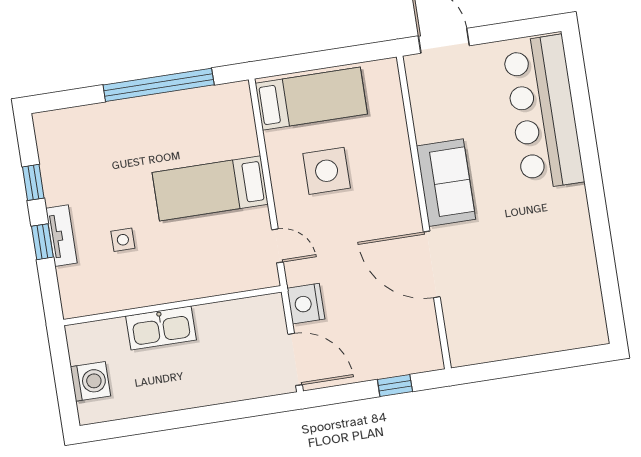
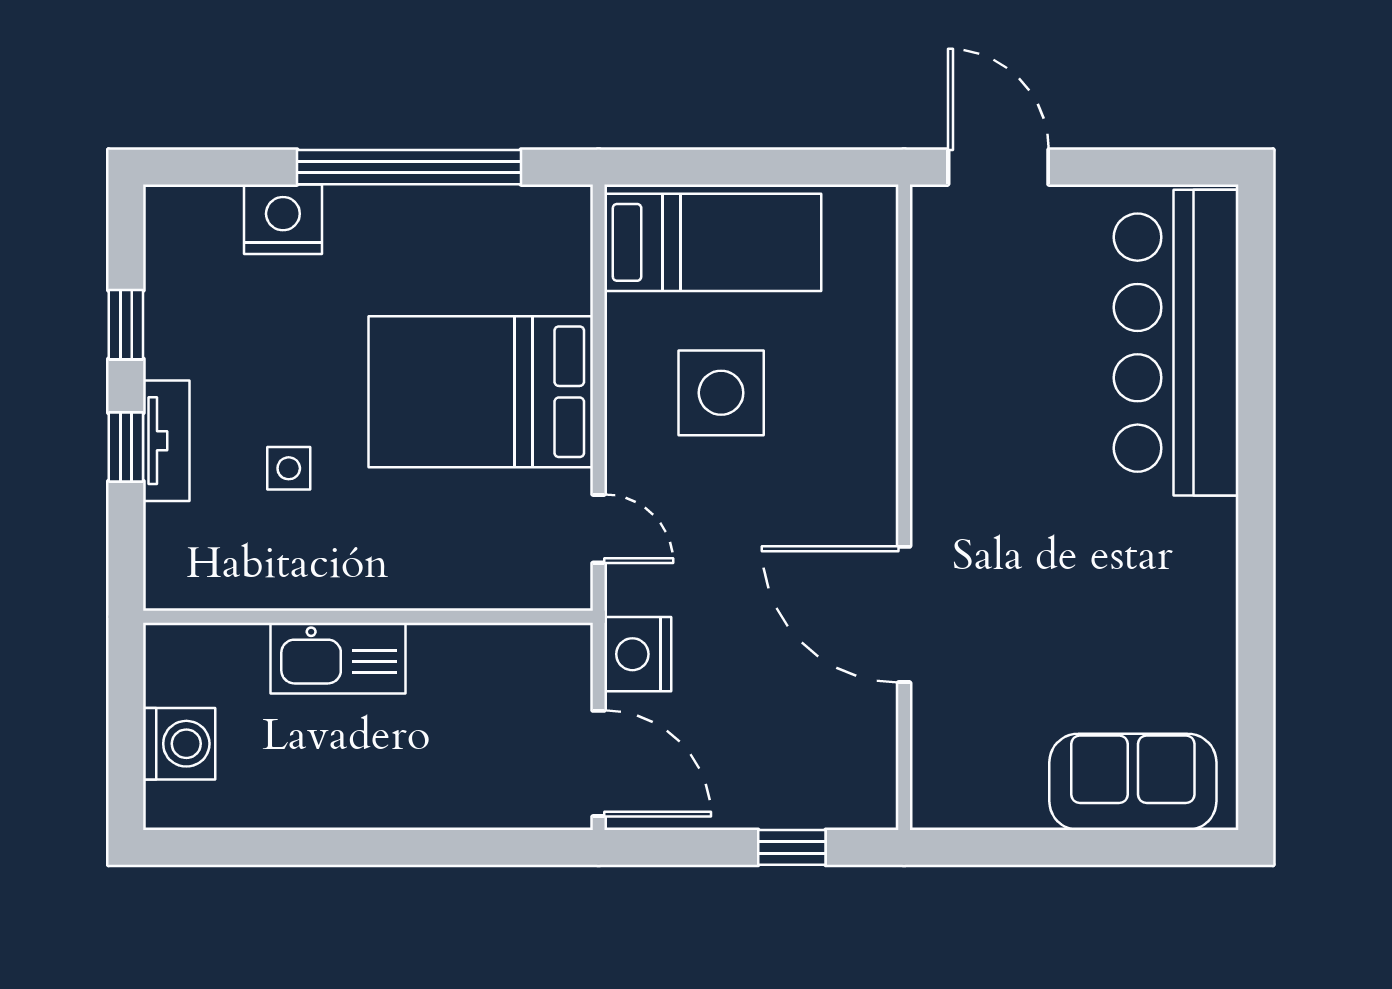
nightstand: (101, 120) -> (283, 219), added
sofa: (446, 183) -> (1133, 782), moved, turned -90
bed: (210, 188) -> (481, 392), width x1.50

